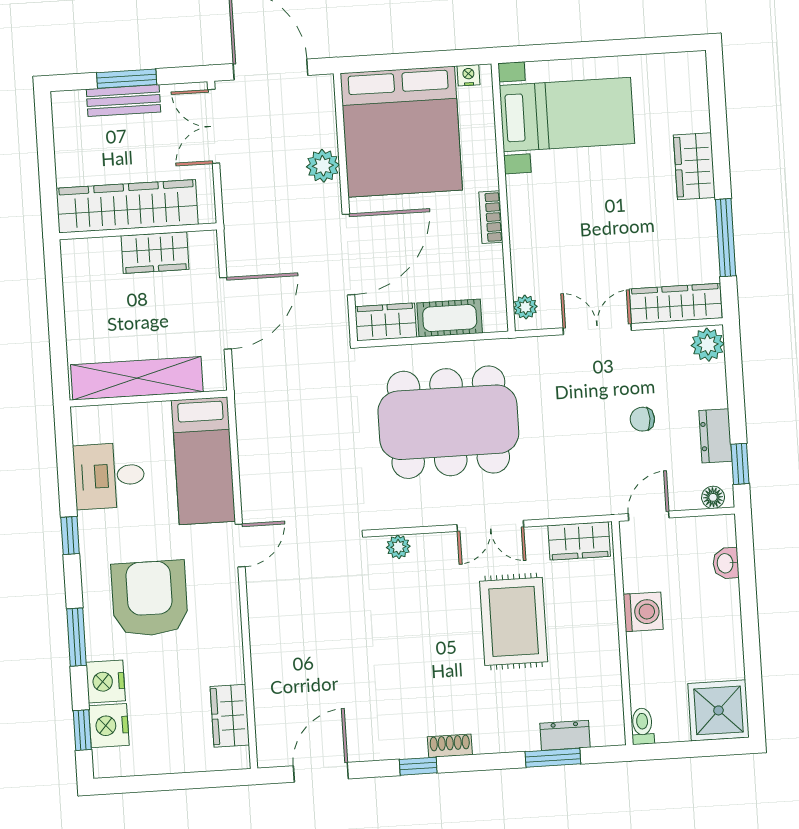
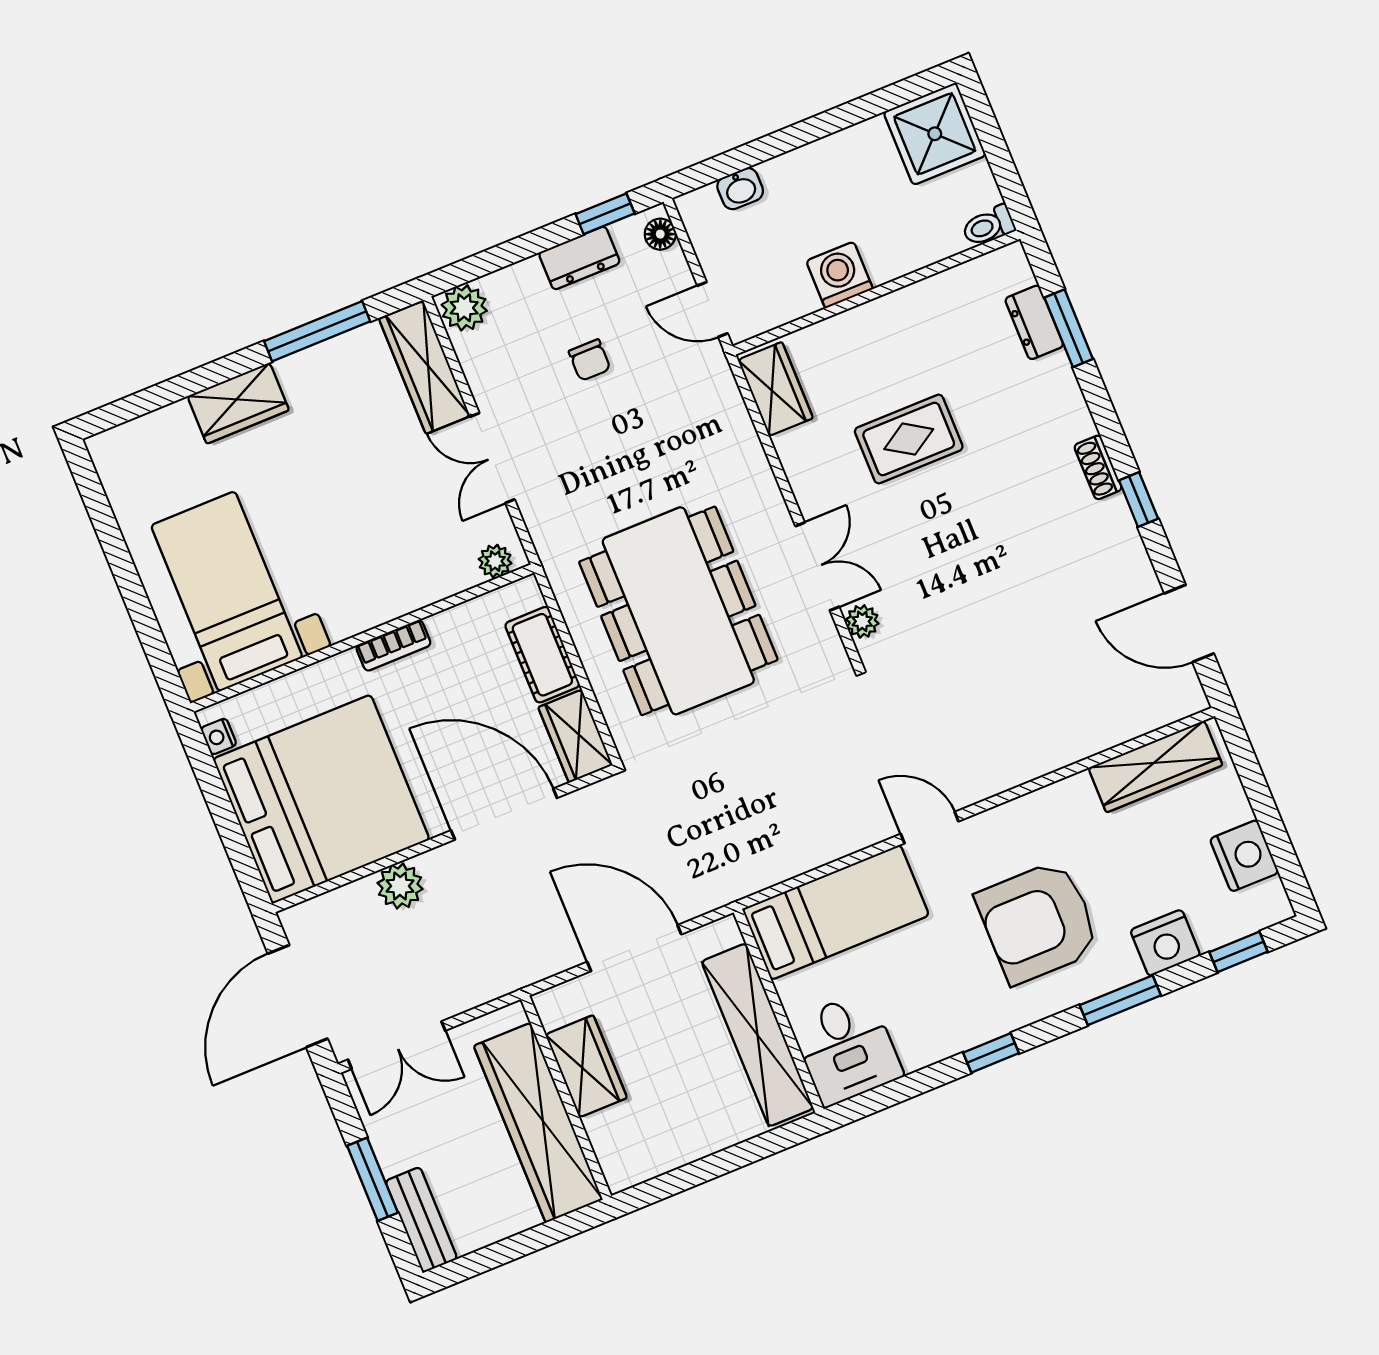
bench: (123, 101) -> (421, 1220), moved
desk: (109, 476) -> (847, 1049), moved
double door: (490, 526) -> (817, 566), moved
rug: (514, 621) -> (909, 439), width x0.73, depth x0.70
wardrobe: (230, 716) -> (1155, 766), width x1.50
nightstand: (109, 726) -> (1244, 856), moved, turned -90

